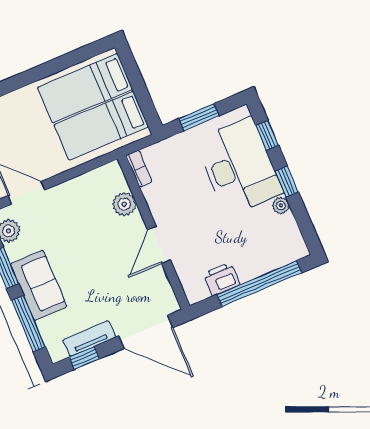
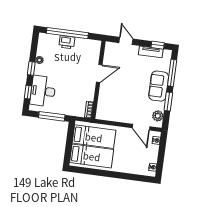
window: (199, 117) -> (52, 116), width x1.44
desk: (239, 166) -> (43, 91), width x0.73, depth x0.77
plant: (124, 204) -> (104, 99), removed
printer: (222, 279) -> (67, 42), moved
door: (146, 332) -> (126, 41), width x0.53

